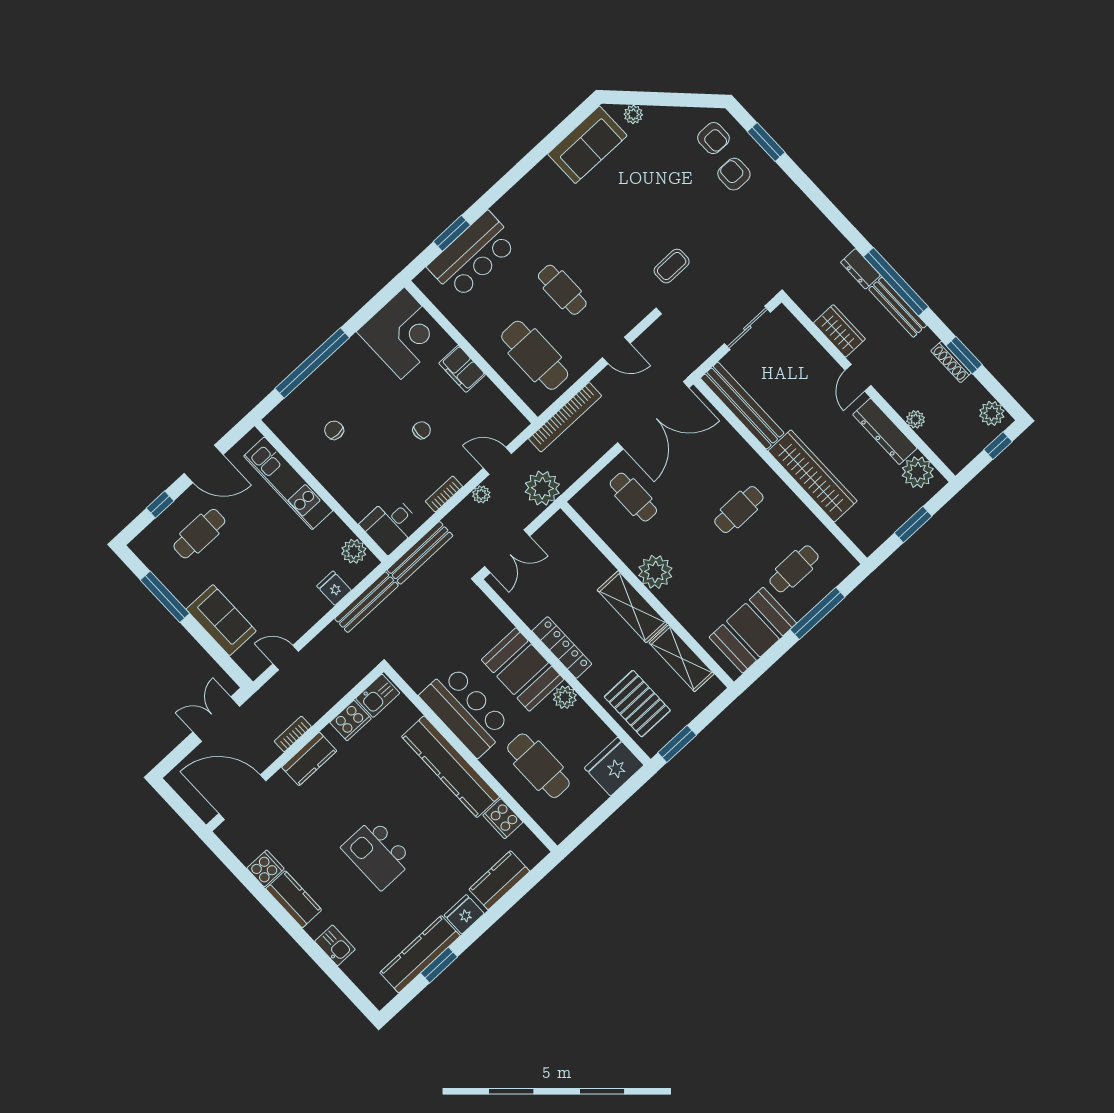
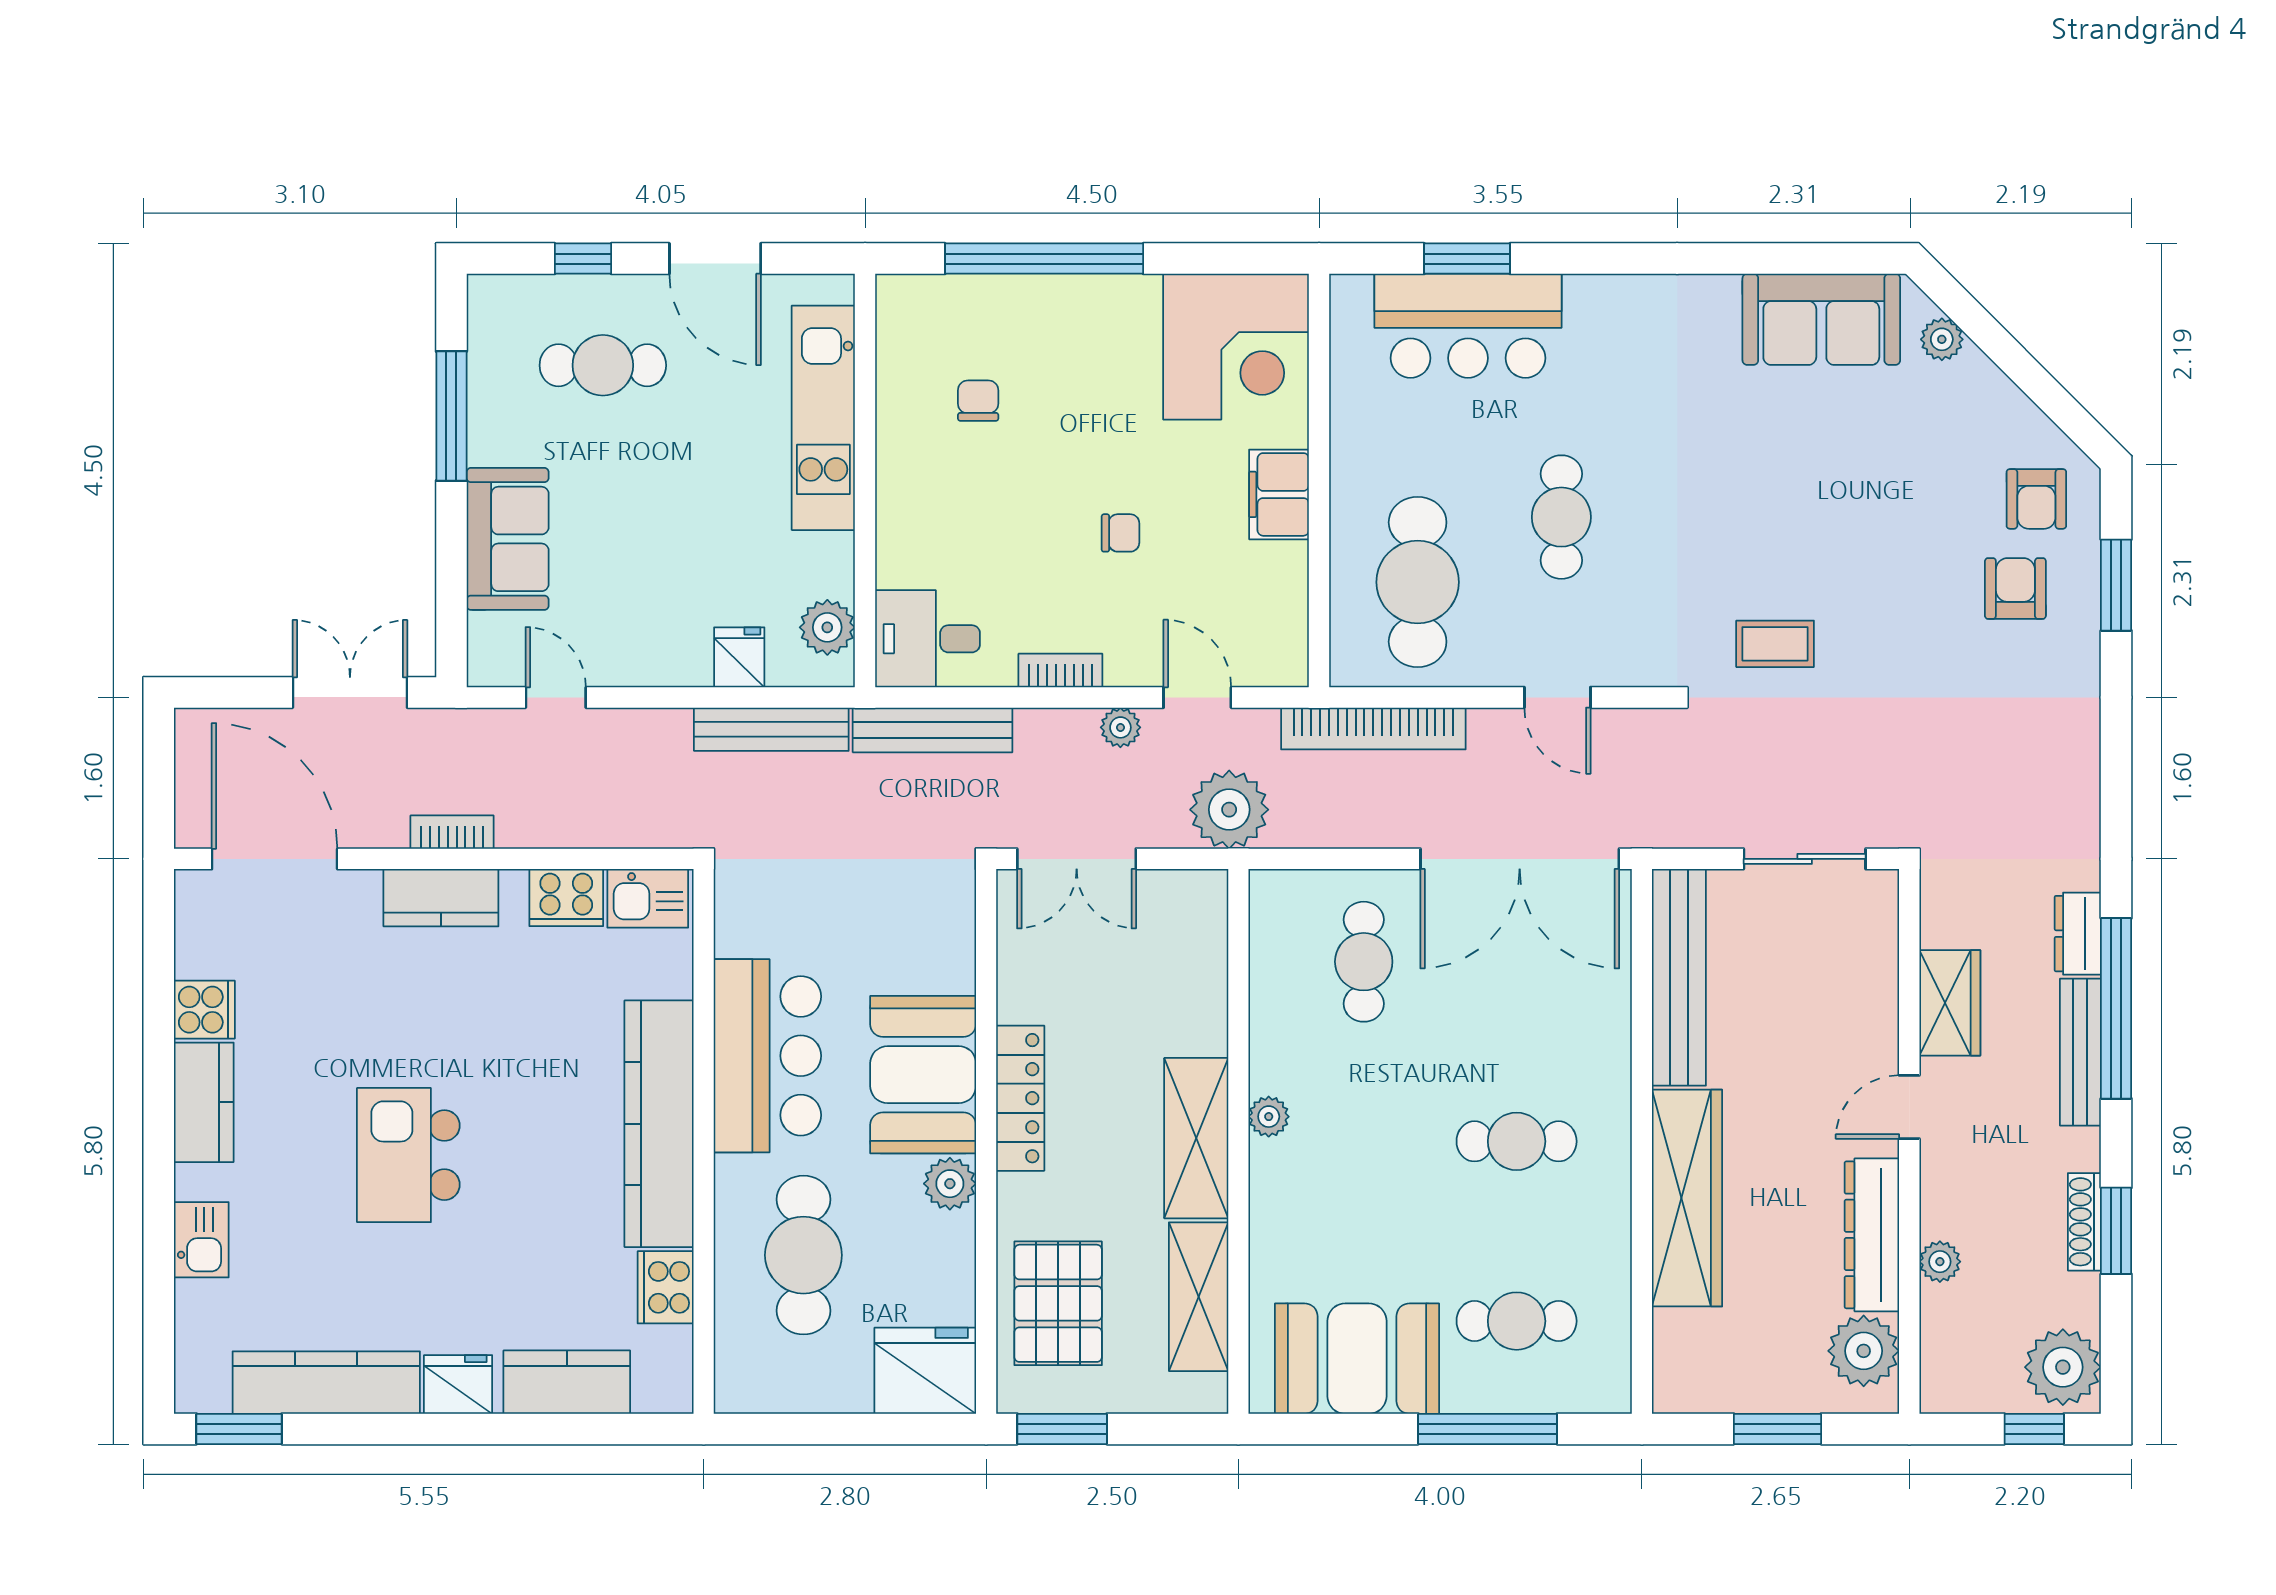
plant: (992, 413) -> (2063, 1367), width x1.36, depth x1.36
plant: (655, 572) -> (1269, 1117), width x0.53, depth x0.53
window: (439, 965) -> (239, 1429), moved

